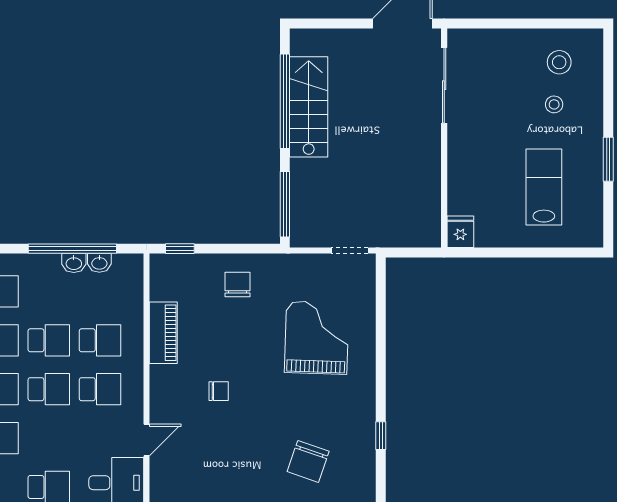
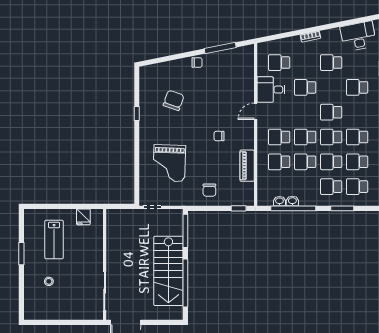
stool: (559, 62) -> (46, 303), removed
stairs: (309, 107) -> (168, 271), width x1.36, depth x1.51
fridge: (460, 232) -> (83, 217), moved

